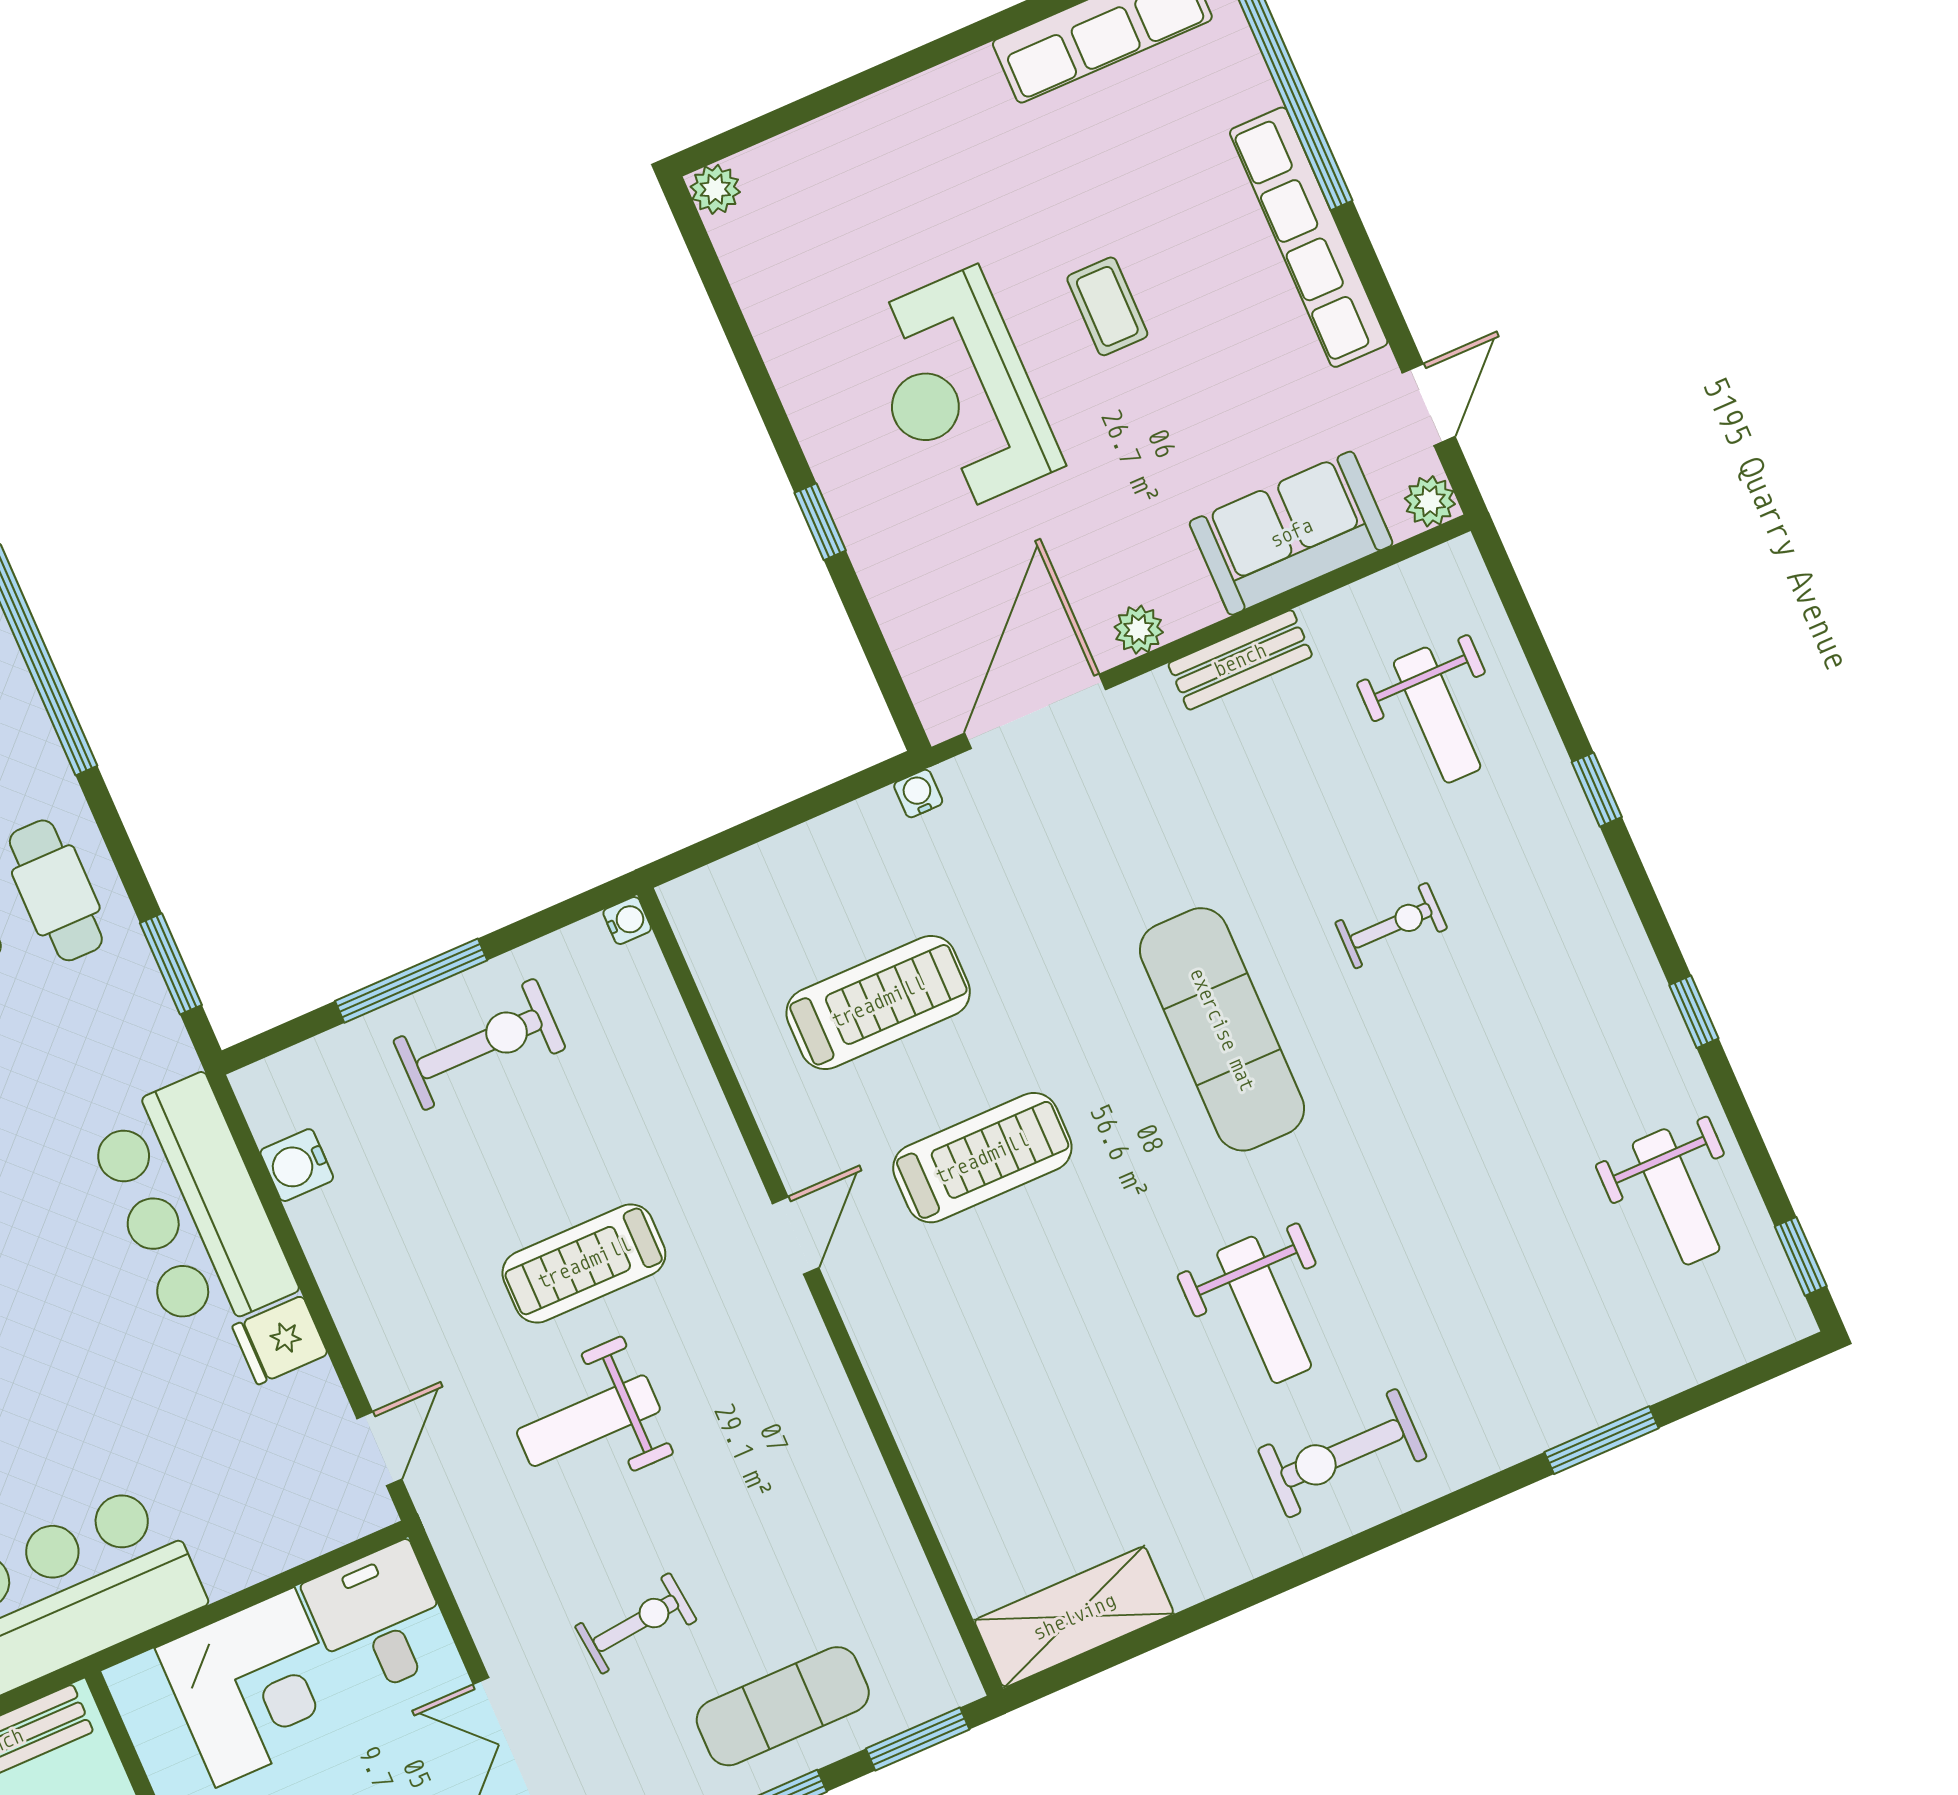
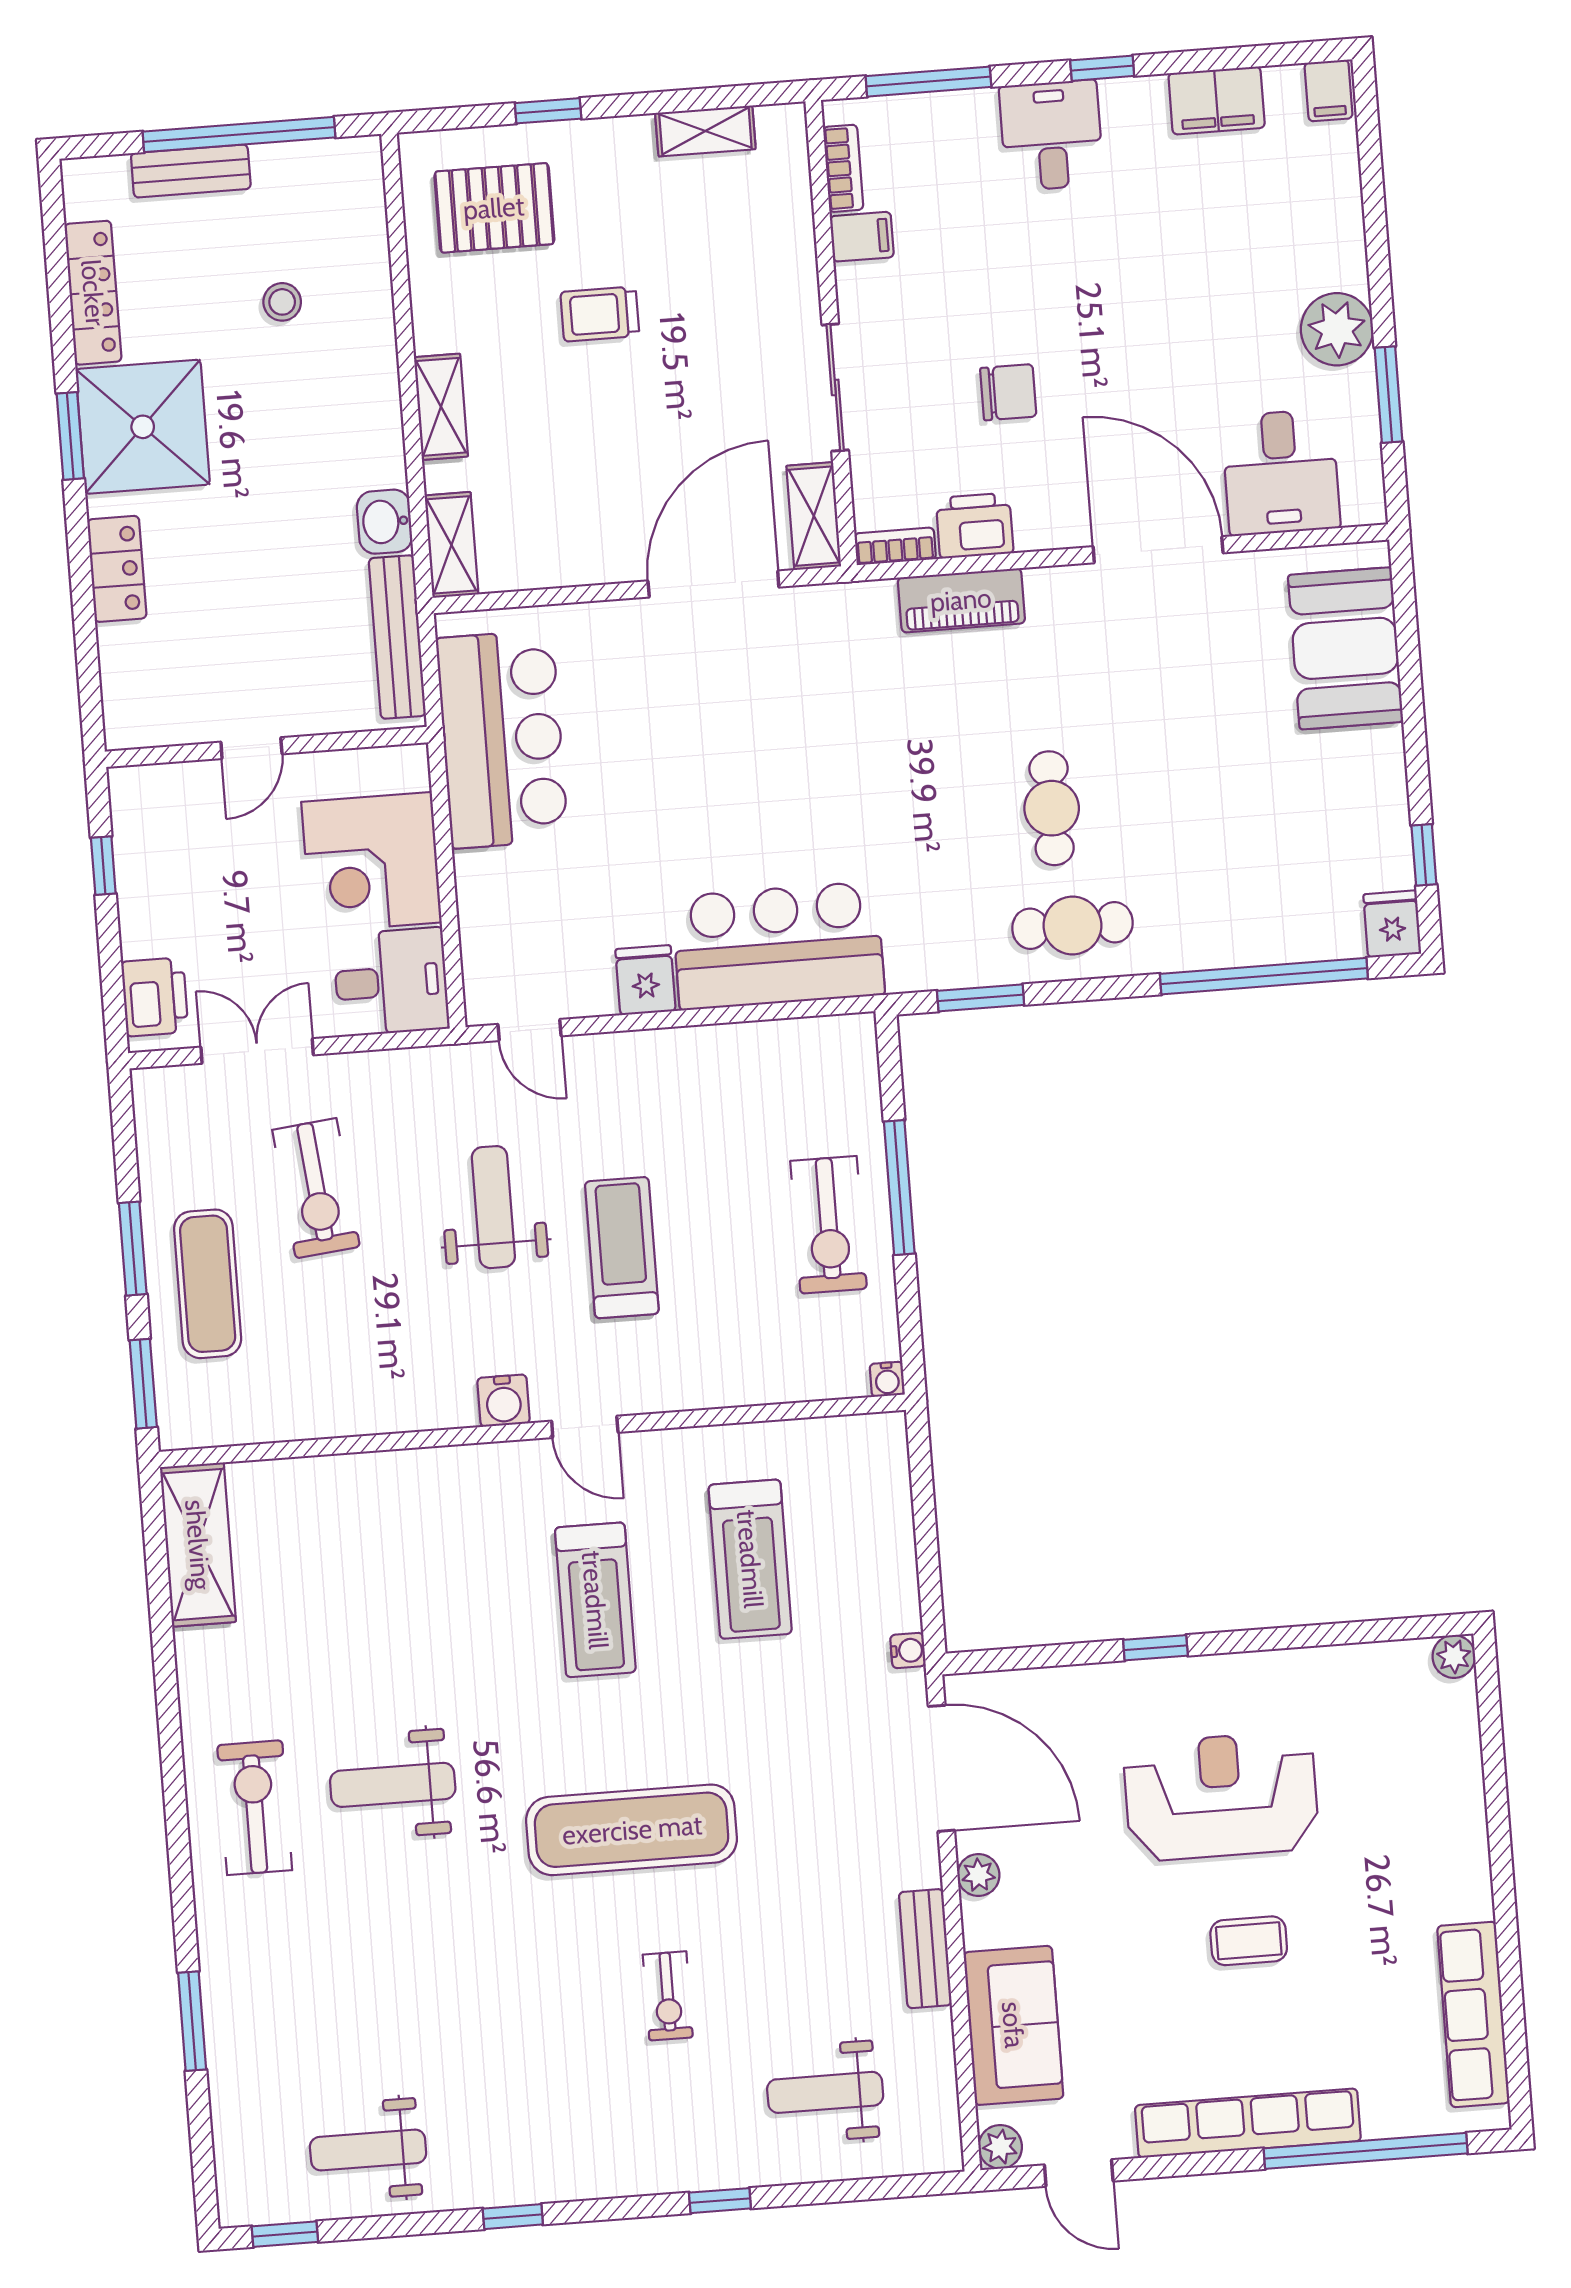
water cooler: (297, 1165) -> (504, 1401), moved, turned 180
exercise bike: (636, 1623) -> (316, 1188), width x1.38, depth x1.39

